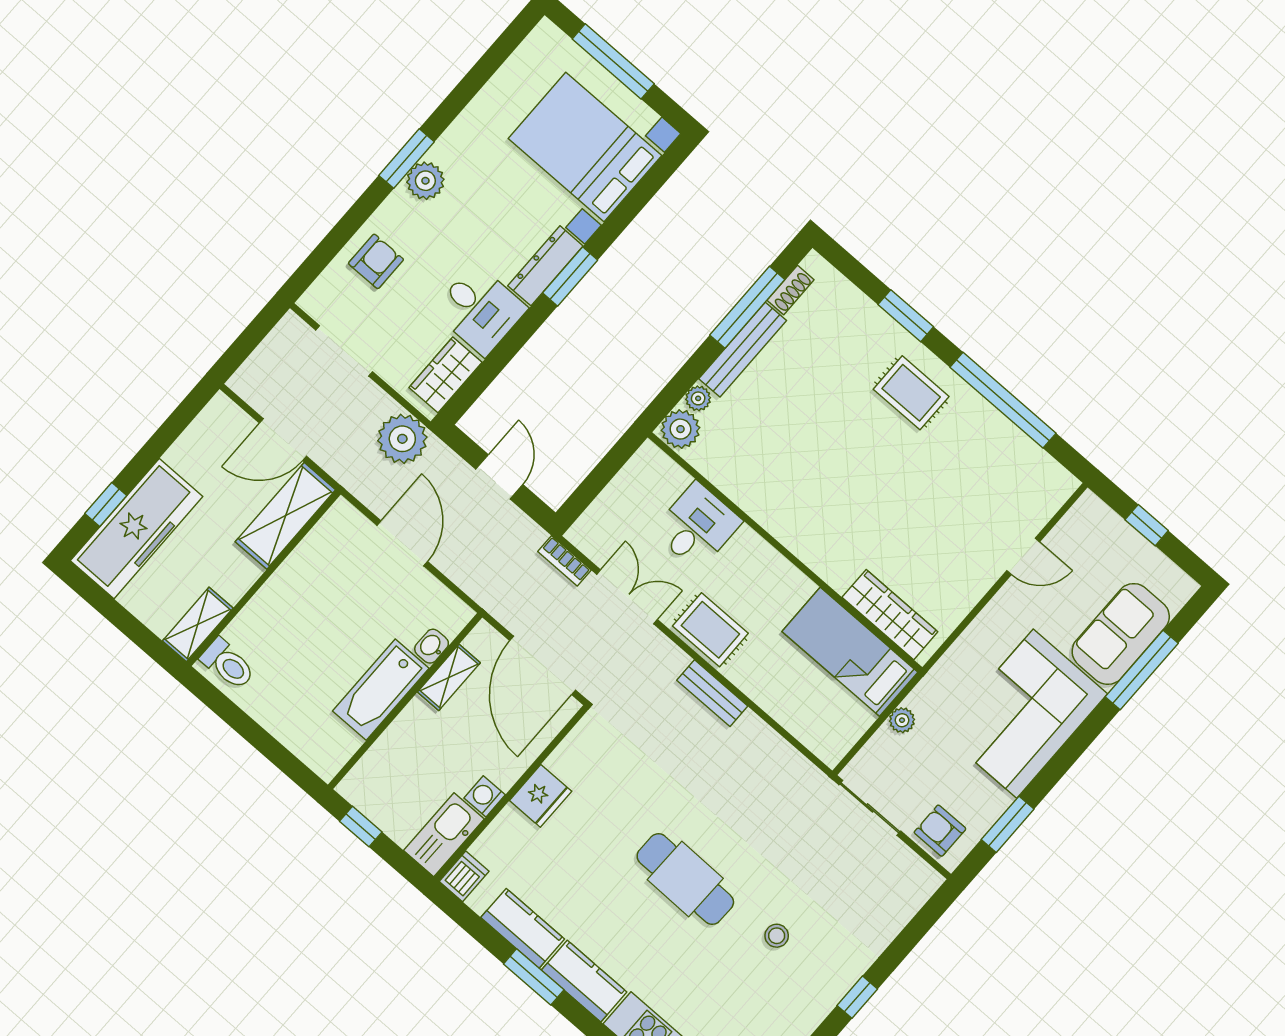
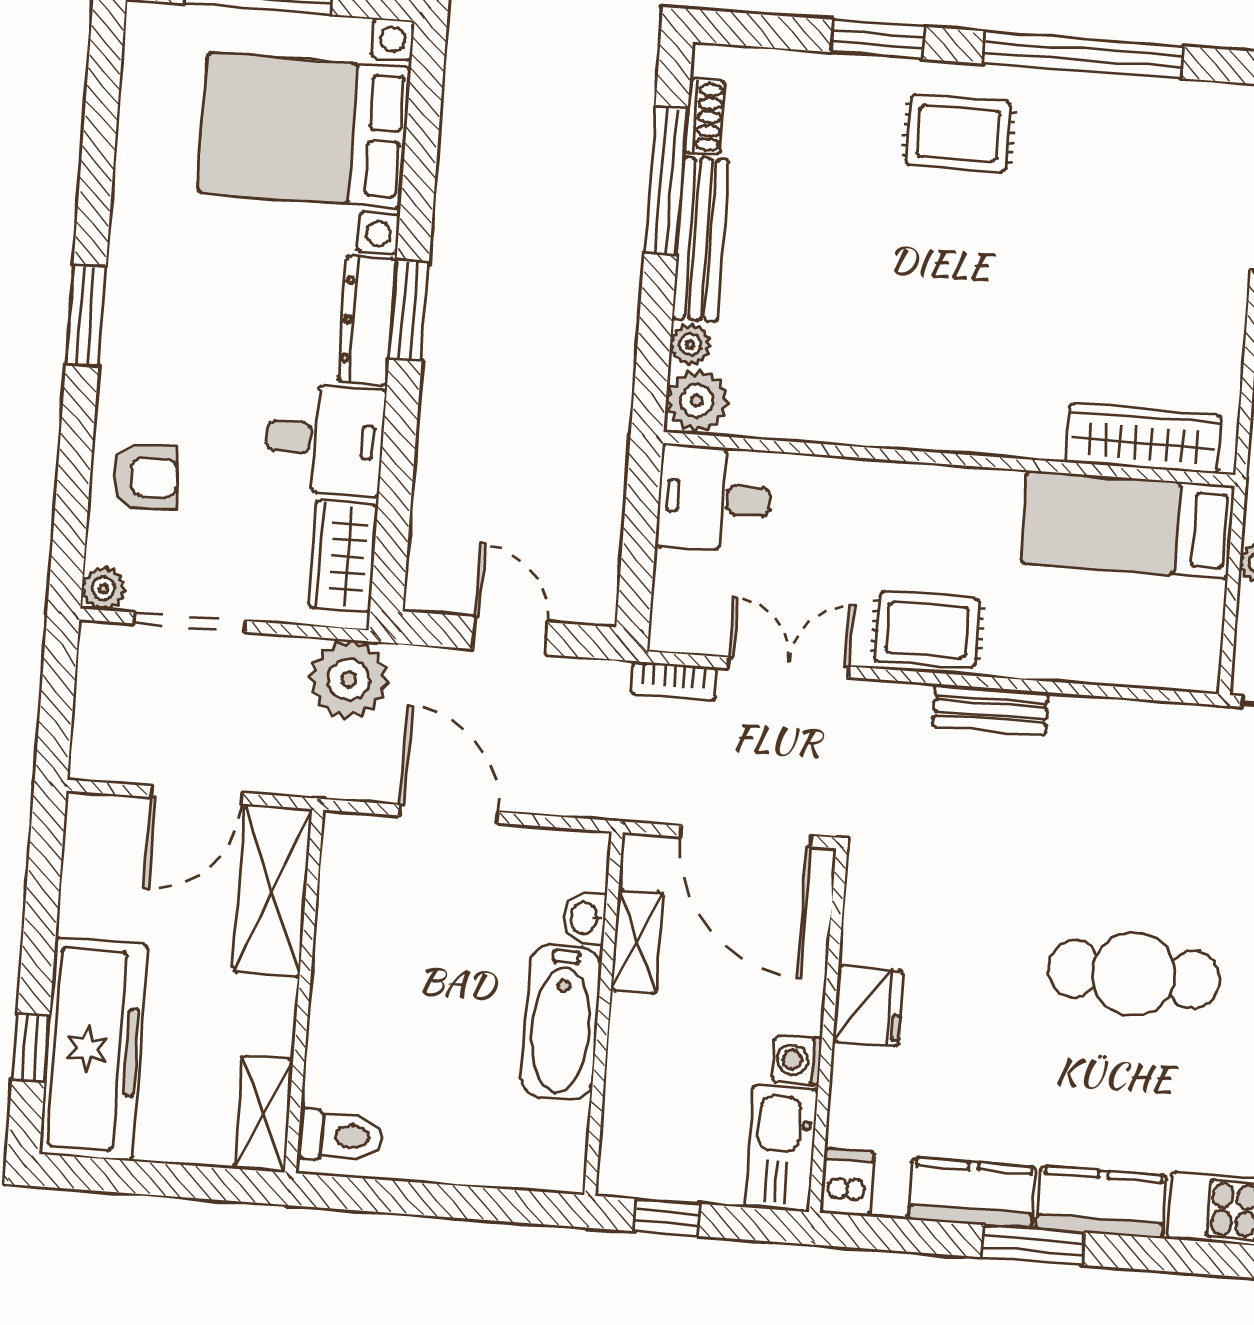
plant: (425, 181) -> (104, 588), moved, width x0.73, depth x0.73
armchair: (376, 261) -> (145, 477), turned 87
desk: (697, 526) -> (714, 498), moved, turned -90

